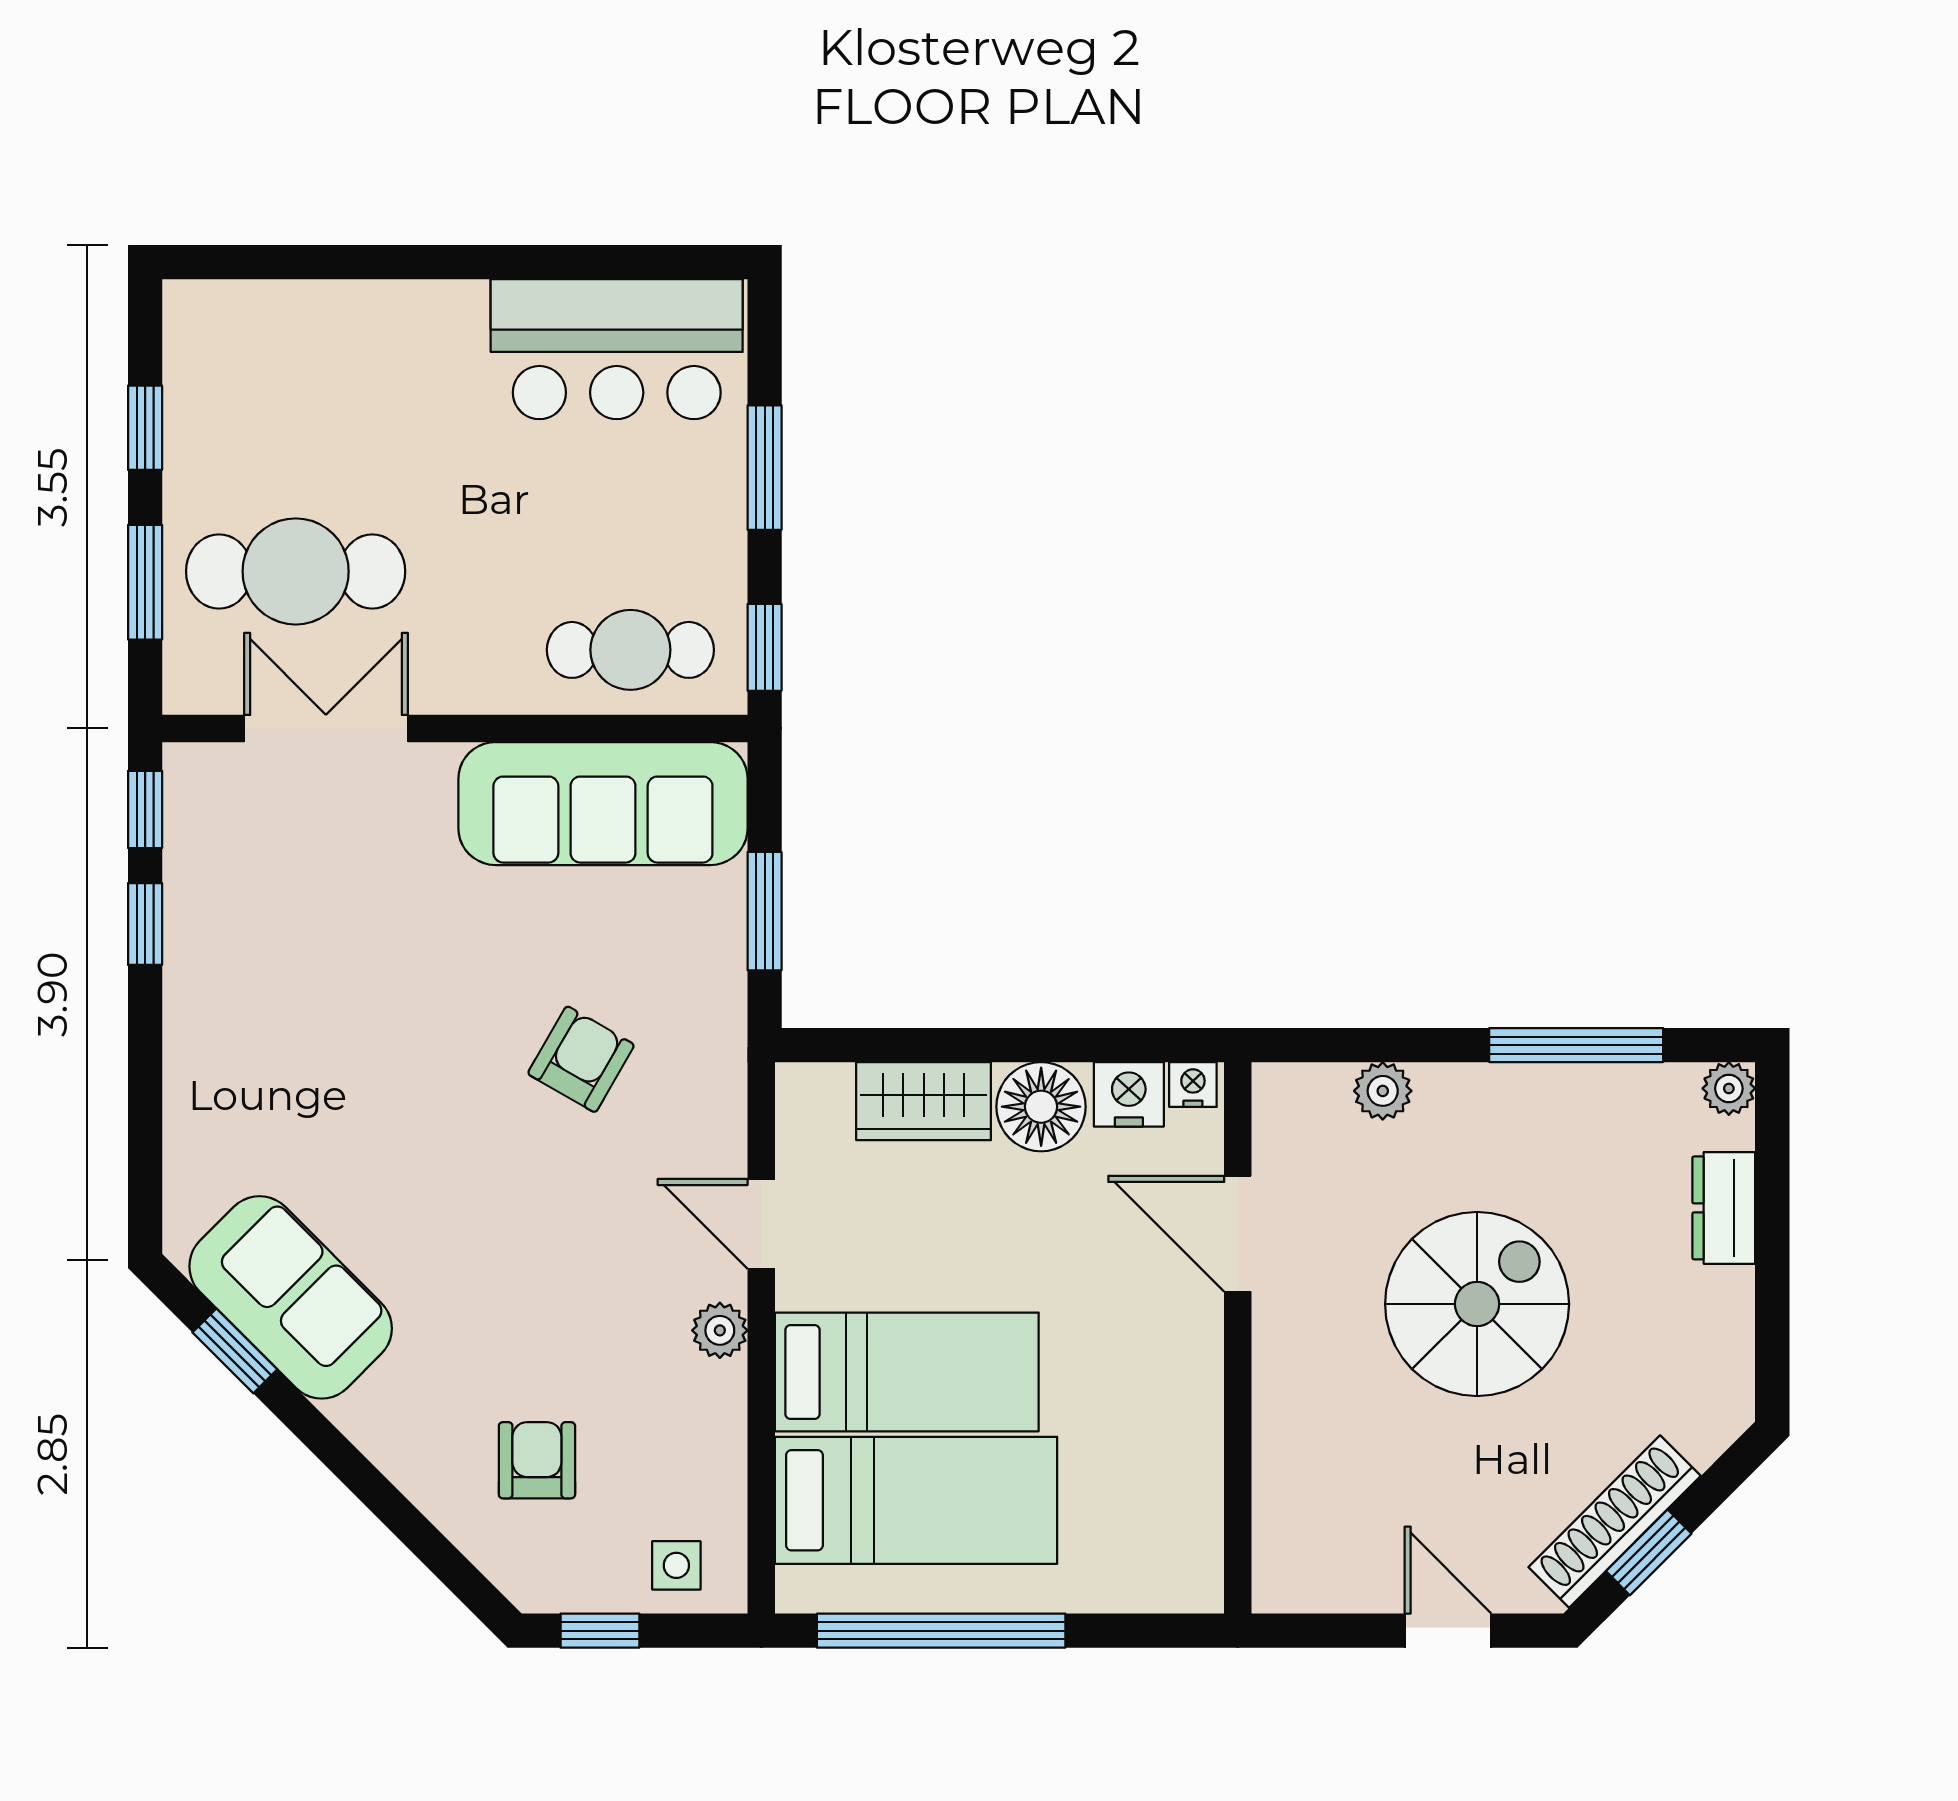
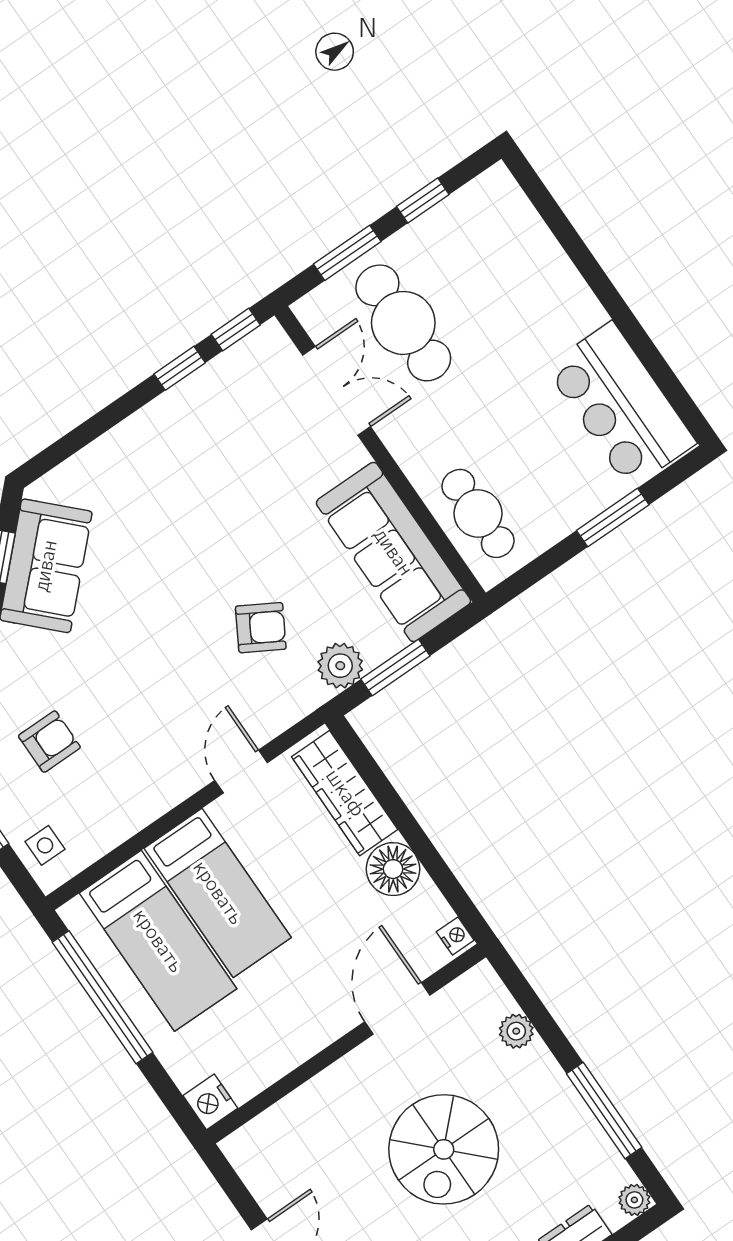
window: (765, 647) -> (525, 578), removed
nightstand: (1129, 1094) -> (210, 1102), moved, turned 180
wardrobe: (924, 1101) -> (345, 793), width x1.50
spiral stairs: (1477, 1304) -> (444, 1149), turned 90
plant: (720, 1330) -> (340, 666), moved, width x1.38, depth x1.38

